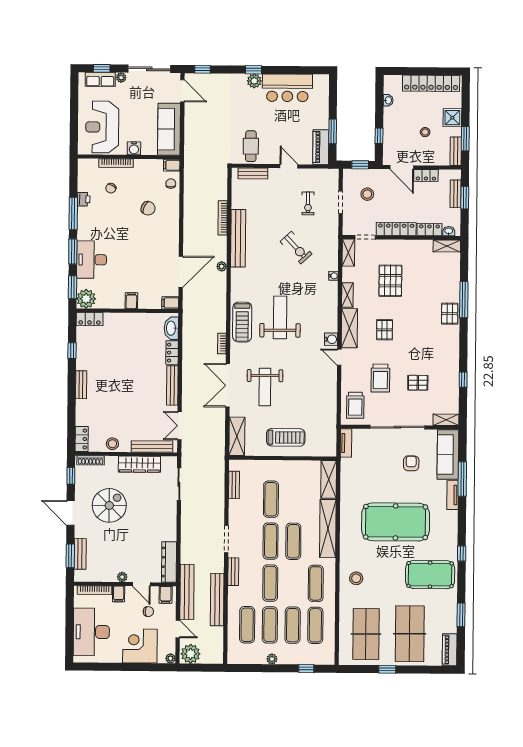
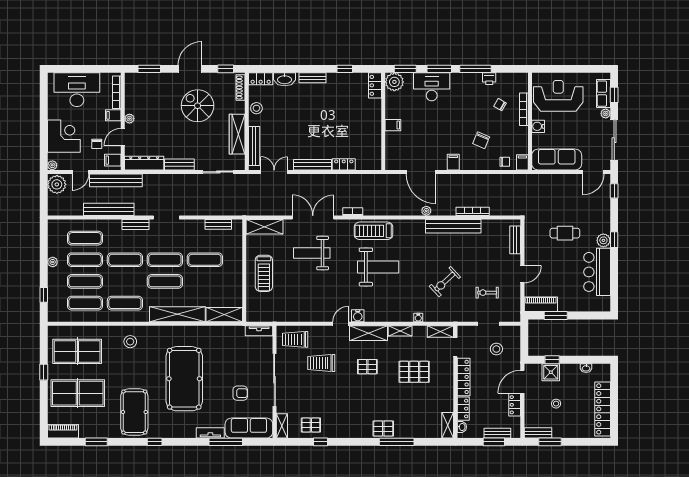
shower: (452, 118) -> (551, 372), moved
cafe table: (251, 146) -> (565, 233), moved
window: (360, 165) -> (524, 342), removed
filing cabinet: (170, 303) -> (453, 162), moved
washbasin: (171, 328) -> (285, 79), moved, turned 180
pallet: (418, 383) -> (311, 425), moved, turned 90
spiral stairs: (109, 505) -> (198, 106), turned 180
bench: (80, 554) -> (179, 164), moved

